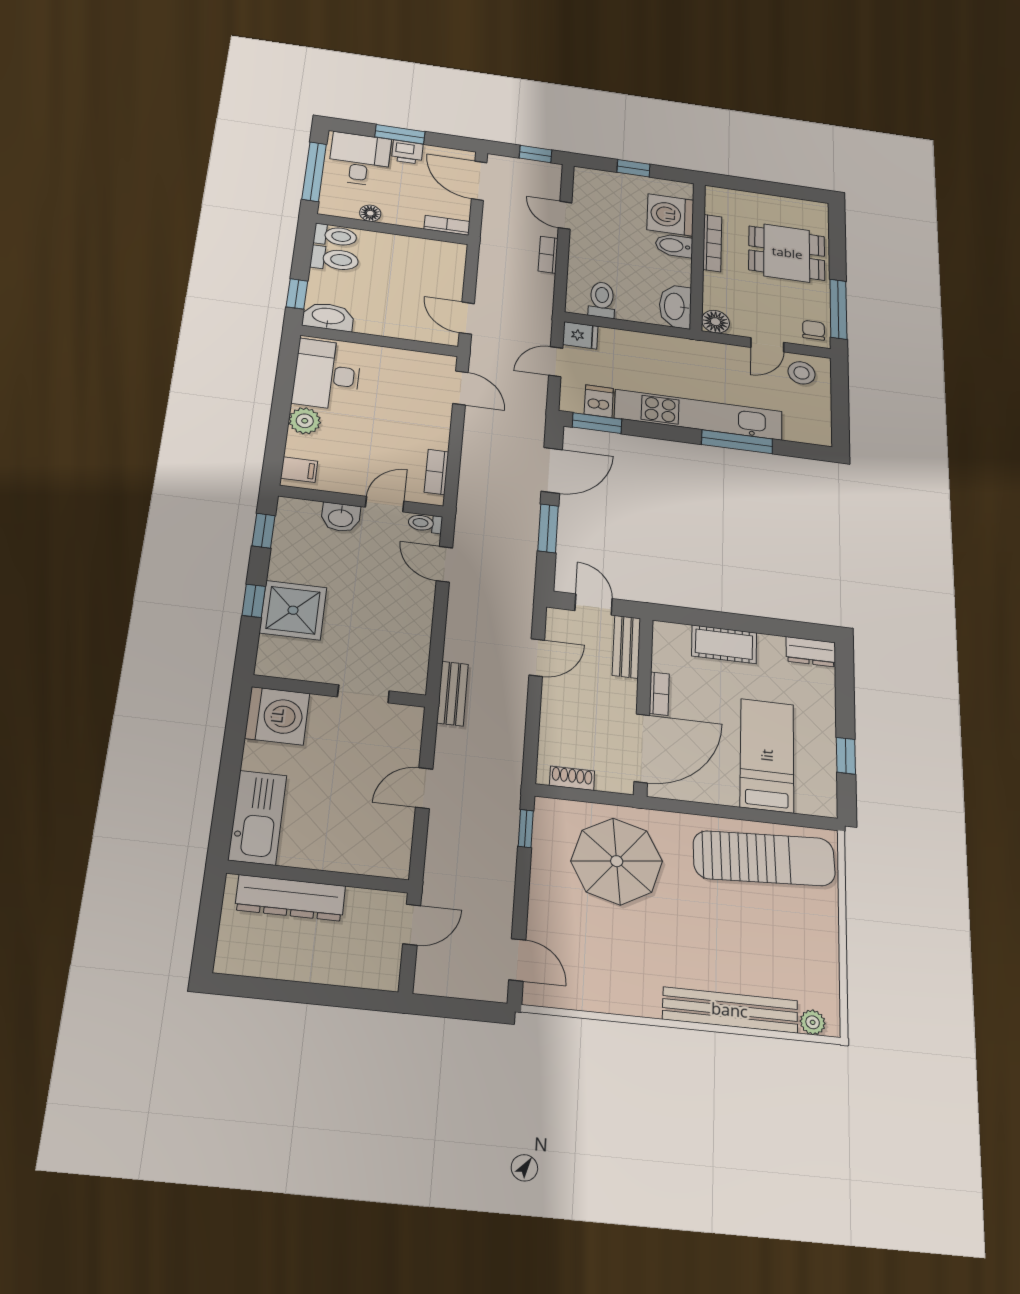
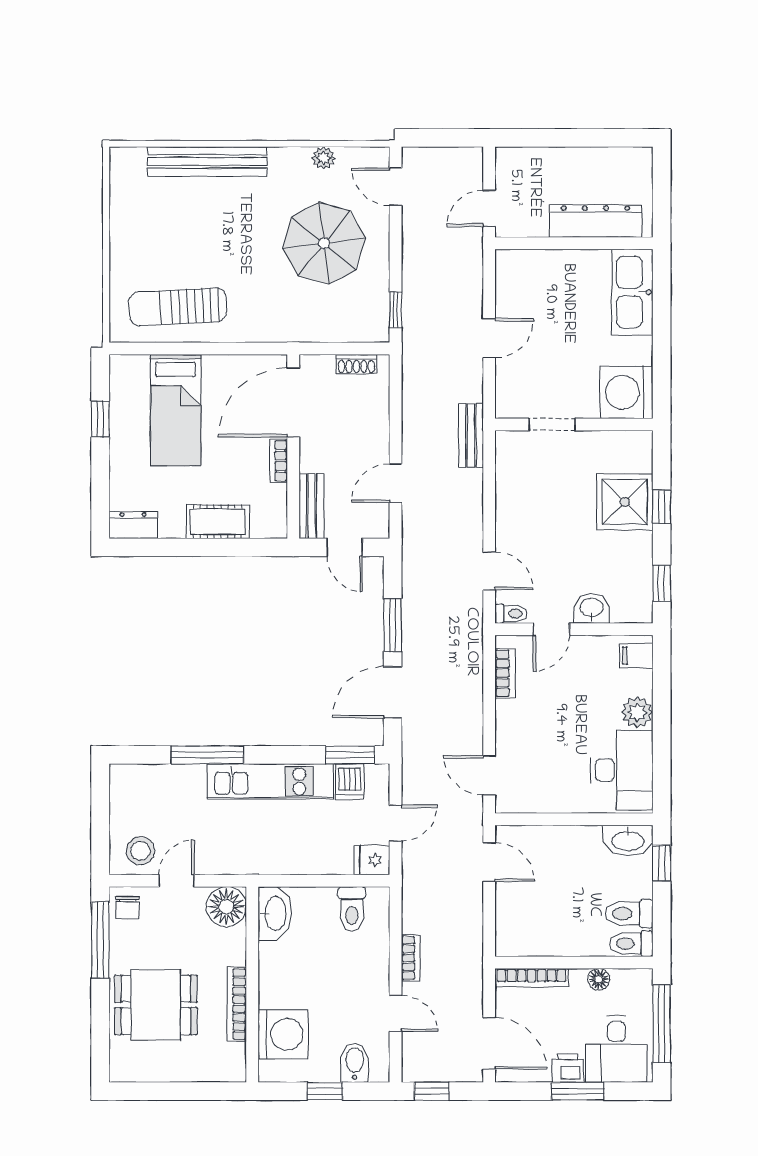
bookcase: (447, 225) -> (531, 978), width x1.56
bidet: (674, 246) -> (355, 1063), moved, turned -90
floor lamp: (715, 322) -> (226, 907), width x1.38, depth x1.38
kitchen unit: (699, 415) -> (270, 781), width x0.73
sun lounger: (764, 858) -> (178, 307), width x0.73, depth x0.75
parasol: (617, 861) -> (324, 243), moved
plant: (813, 1022) -> (324, 158), moved

